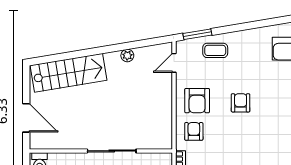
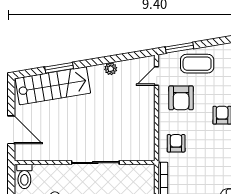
coffee table: (215, 50) -> (197, 64), width x1.36, depth x1.30
window: (75, 55) -> (59, 68), added
armchair: (197, 101) -> (181, 98), moved

